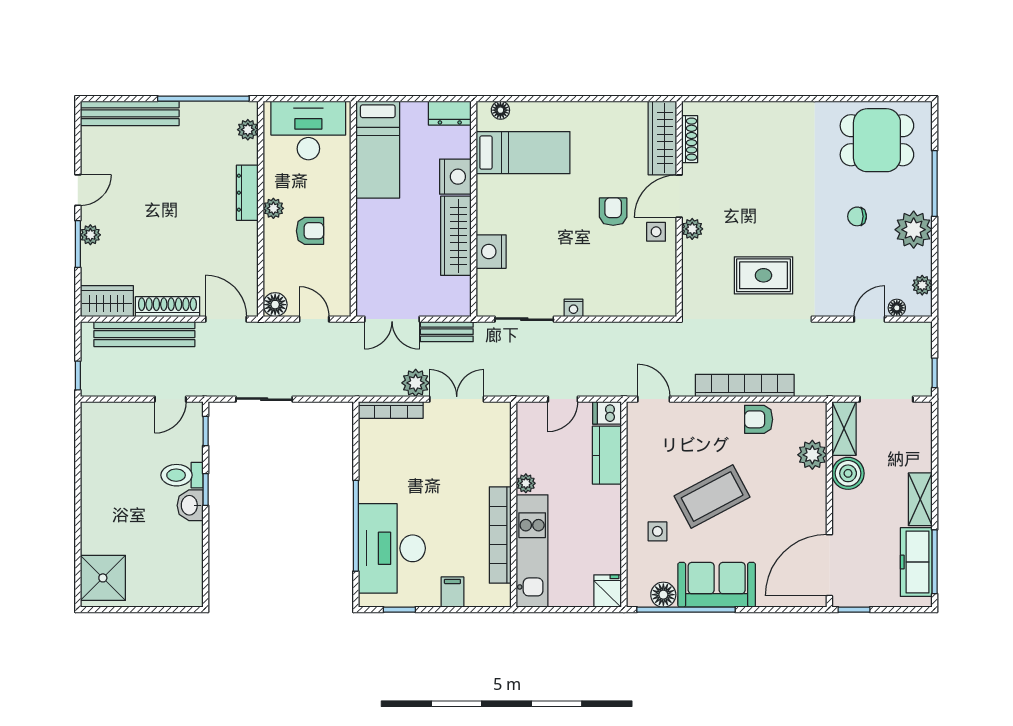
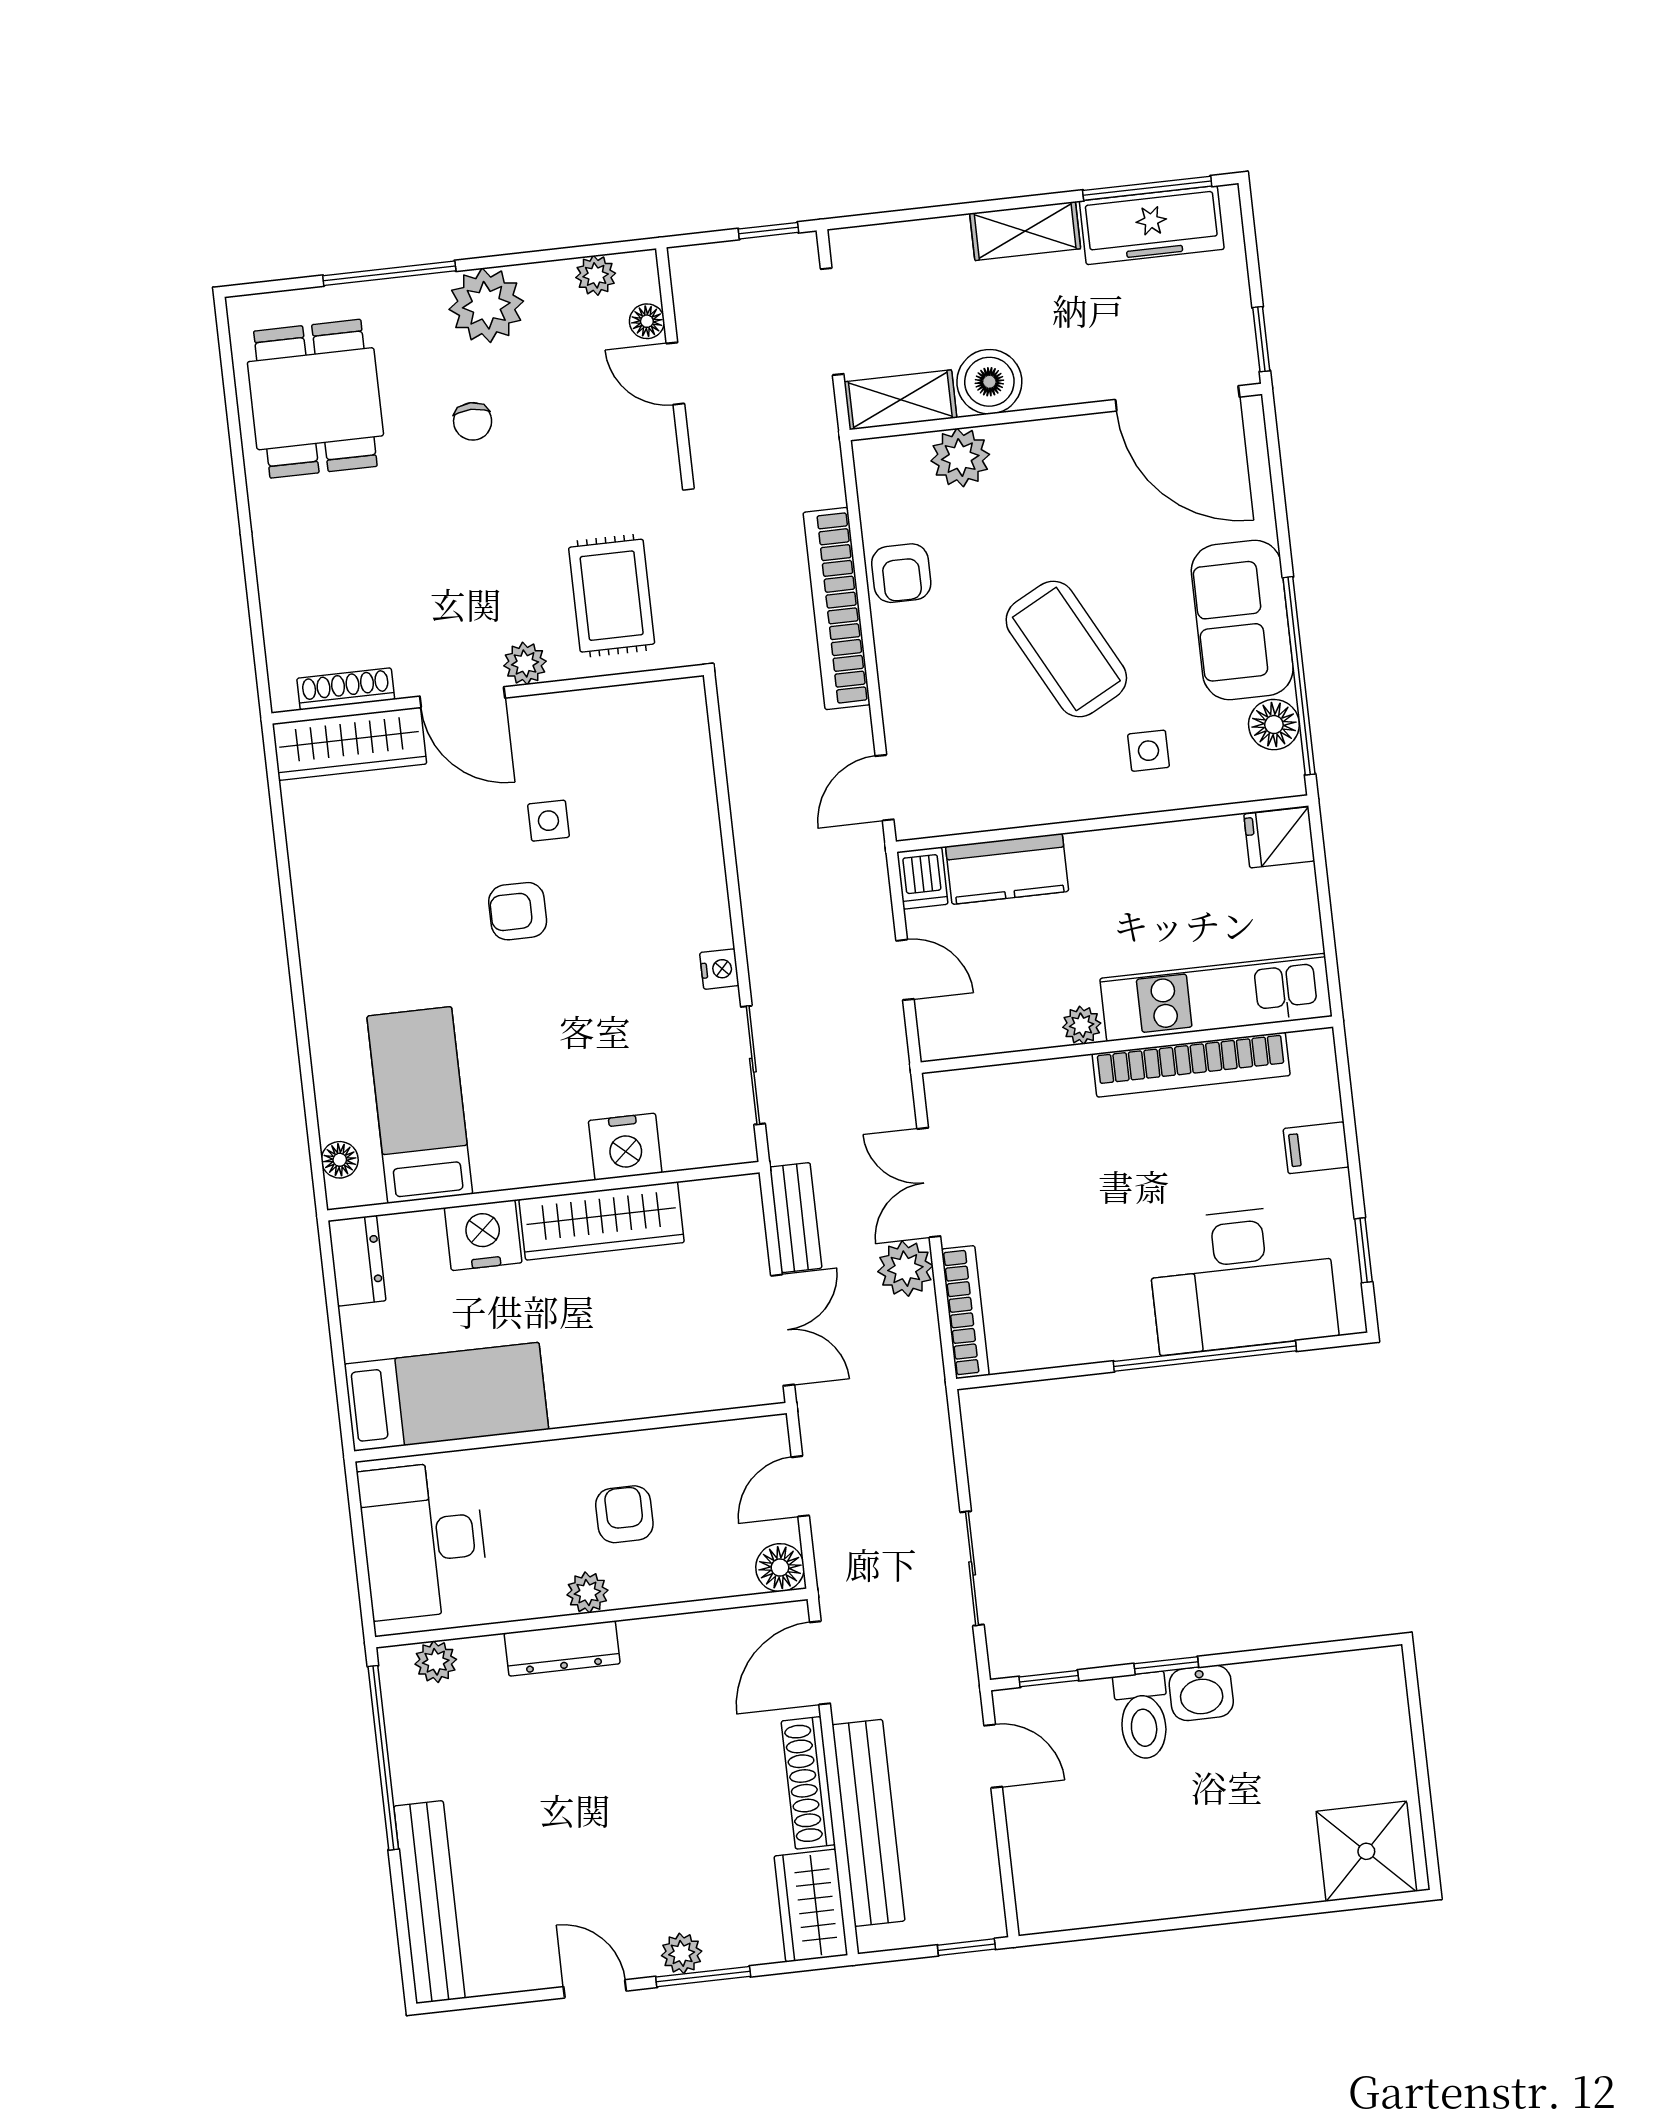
wardrobe: (662, 138) -> (350, 744), moved
shoe rack: (690, 139) -> (346, 689), moved
door: (679, 196) -> (462, 697), moved
wall: (679, 209) -> (488, 694), moved
plant: (692, 229) -> (525, 663), moved

